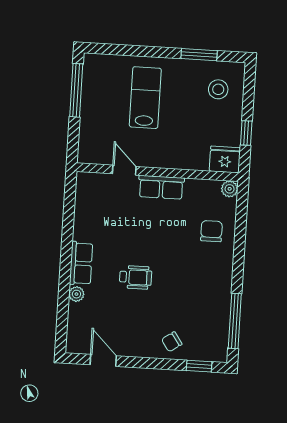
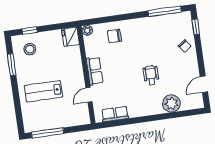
window: (246, 133) -> (30, 30), moved
row of seats: (81, 263) -> (115, 114), moved
plant: (76, 294) -> (171, 103), width x1.87, depth x1.87

